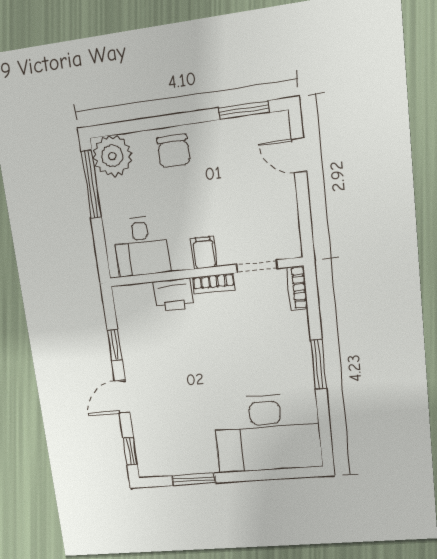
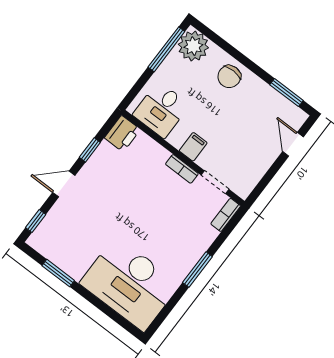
printer: (173, 295) -> (122, 134), moved, turned -90

